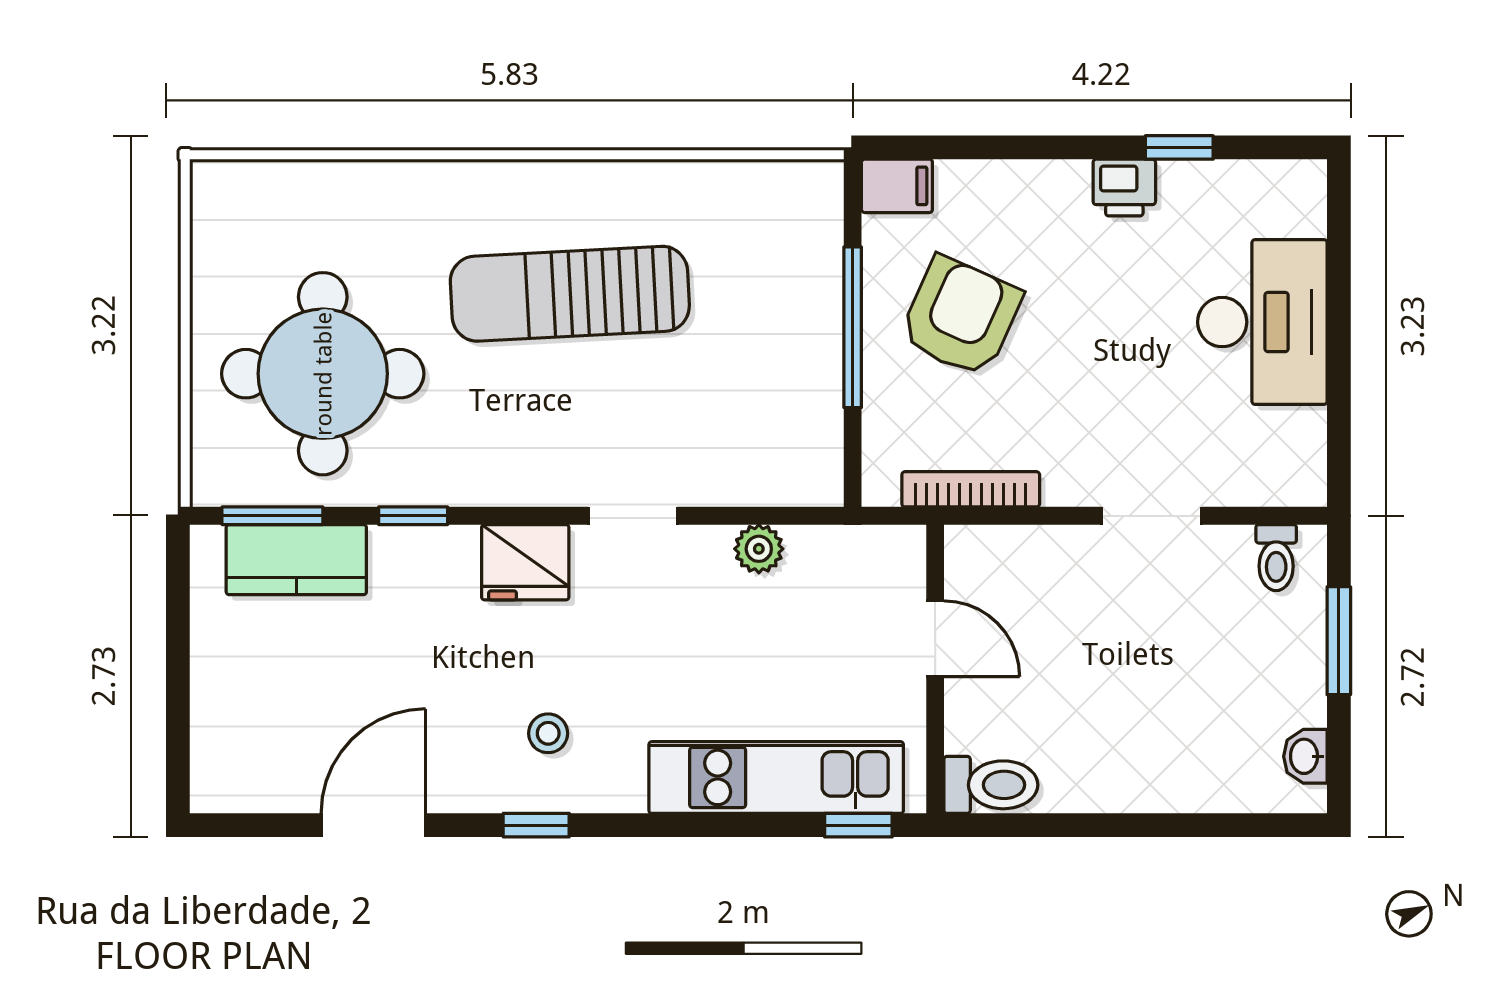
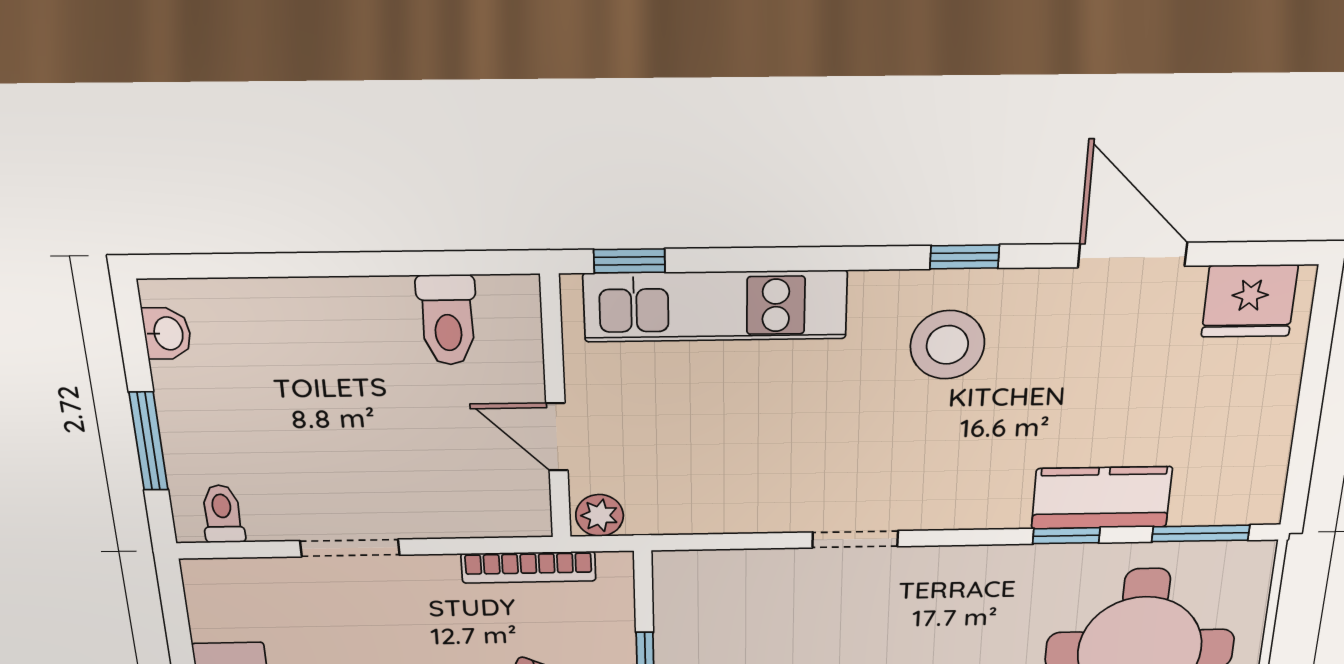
plant: (759, 549) -> (600, 515), moved
kitchen counter: (296, 560) -> (1102, 498), moved
fridge: (525, 562) -> (1249, 301), moved, turned 180
stool: (548, 733) -> (947, 345), width x1.89, depth x1.89
toilet: (991, 785) -> (448, 320), moved, turned -90
door: (373, 825) -> (1132, 255), swing flipped

